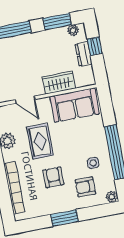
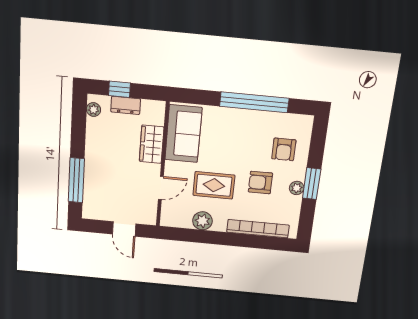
window: (57, 22) -> (79, 125), removed
side table: (93, 163) -> (259, 132), removed
plant: (112, 197) -> (297, 188), moved

